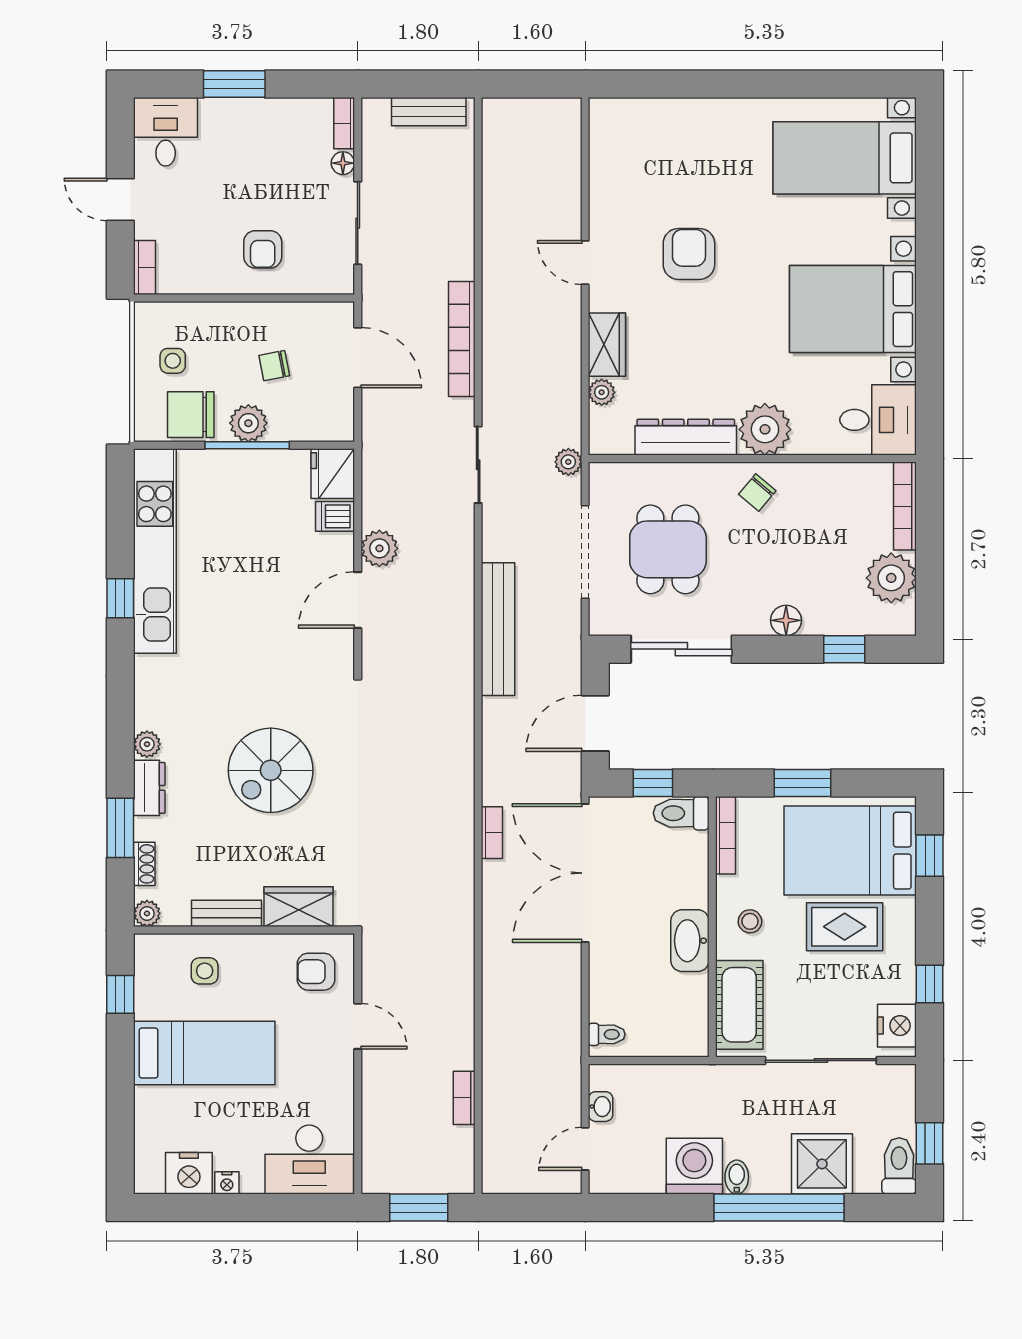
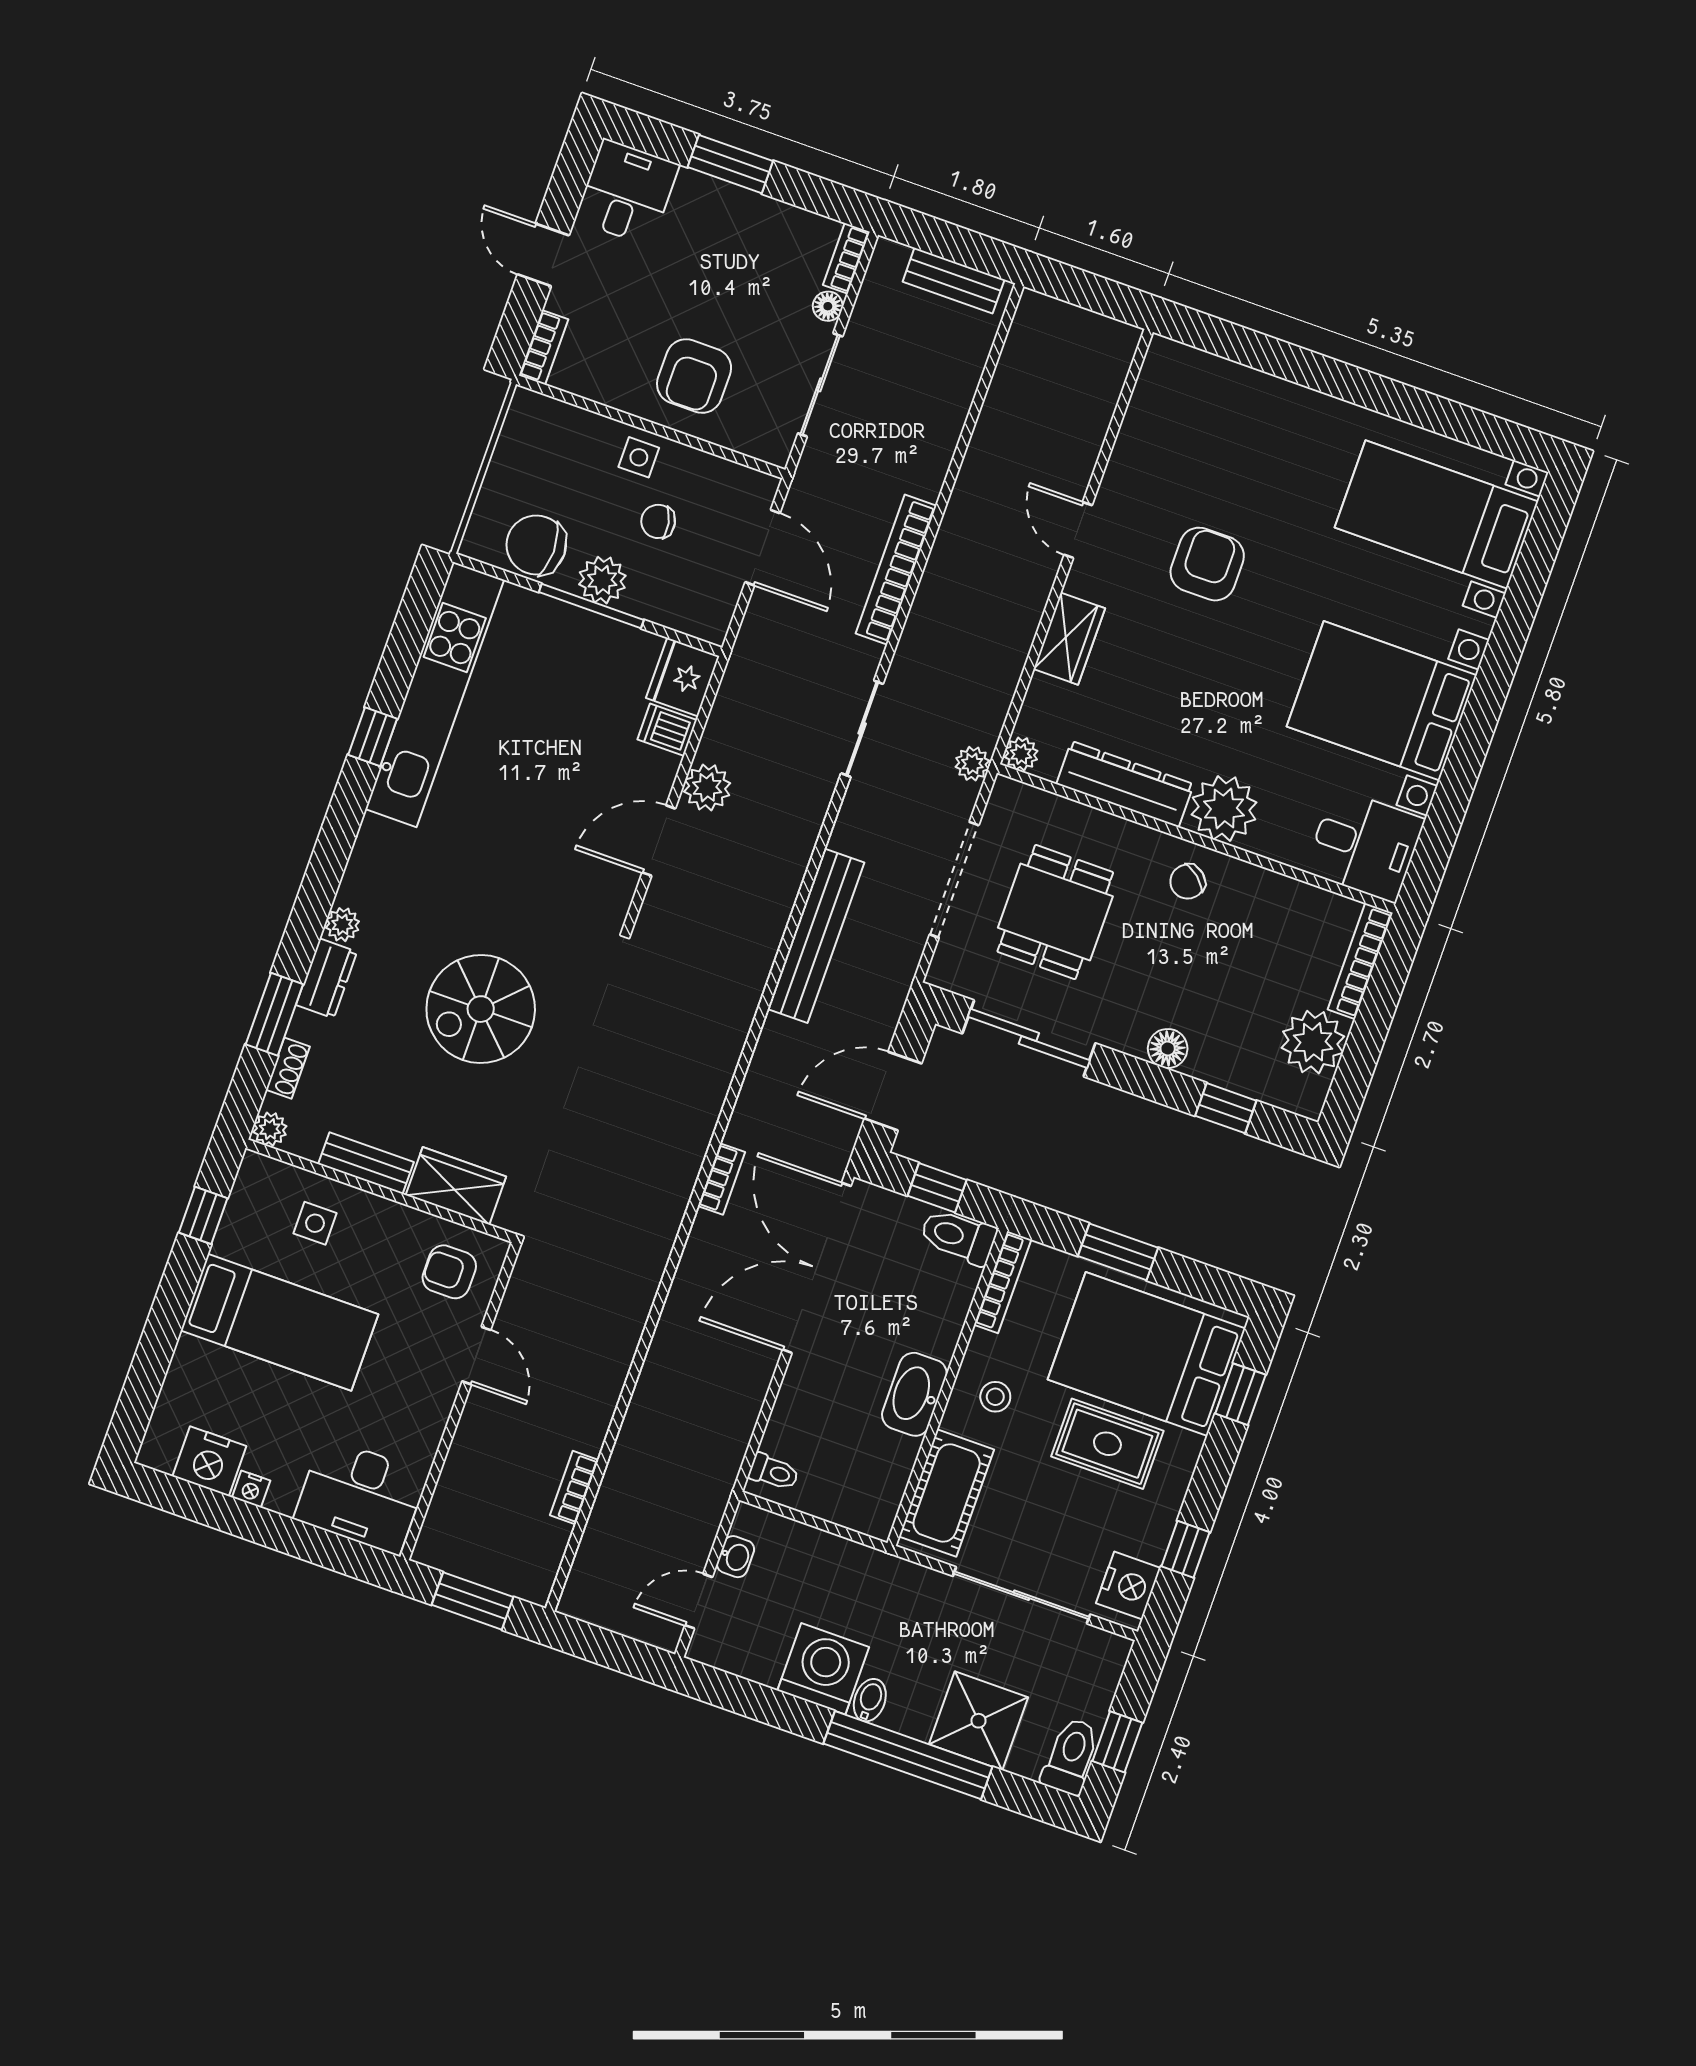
armchair: (263, 249) -> (694, 376), width x1.38, depth x1.38
side table: (173, 361) -> (639, 457), moved
plant: (602, 392) -> (1021, 754), moved

